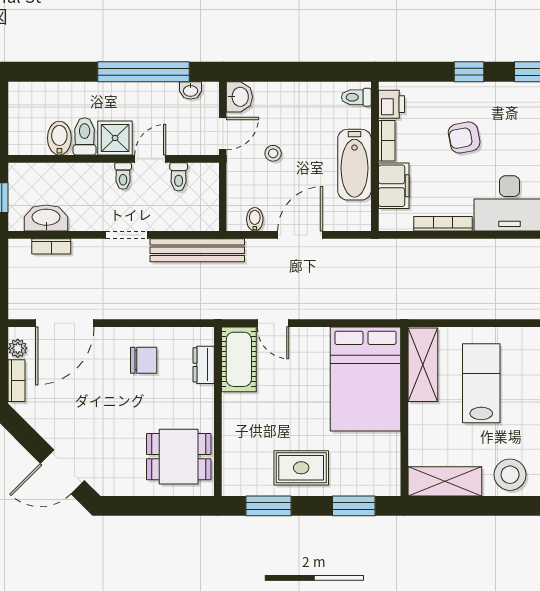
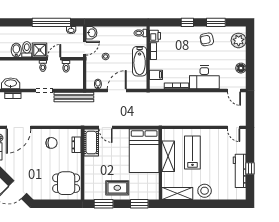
armchair: (464, 138) -> (207, 39), moved
filing cabinet: (394, 186) -> (156, 75), width x0.50
shelving: (423, 365) -> (168, 156), moved

